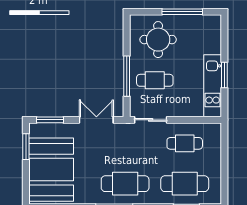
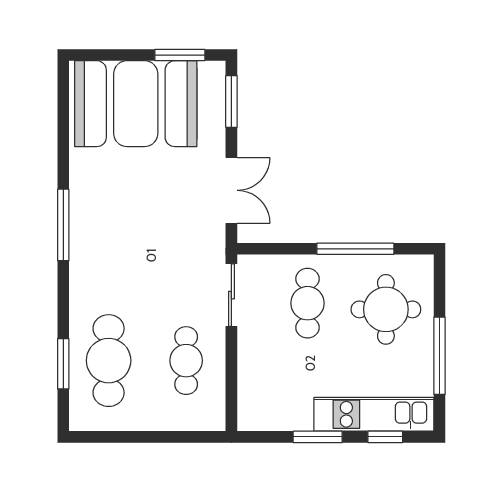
window: (224, 40) -> (385, 437), added
window: (127, 76) -> (355, 249), moved
kitchen unit: (213, 86) -> (374, 414), moved
cafe table: (125, 184) -> (109, 246), removed

